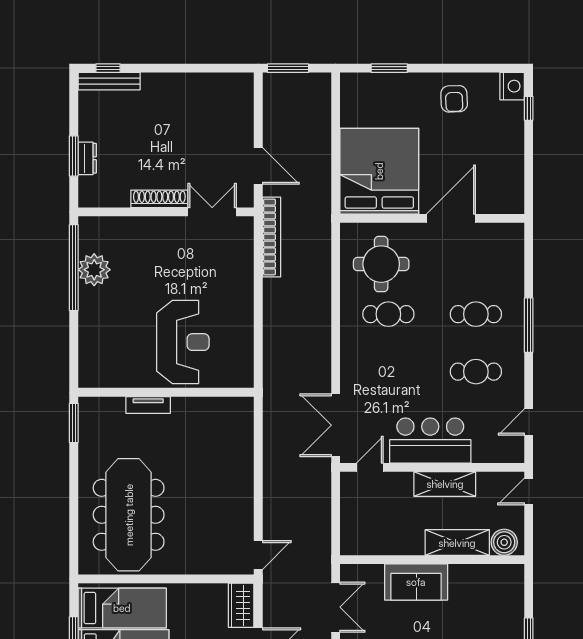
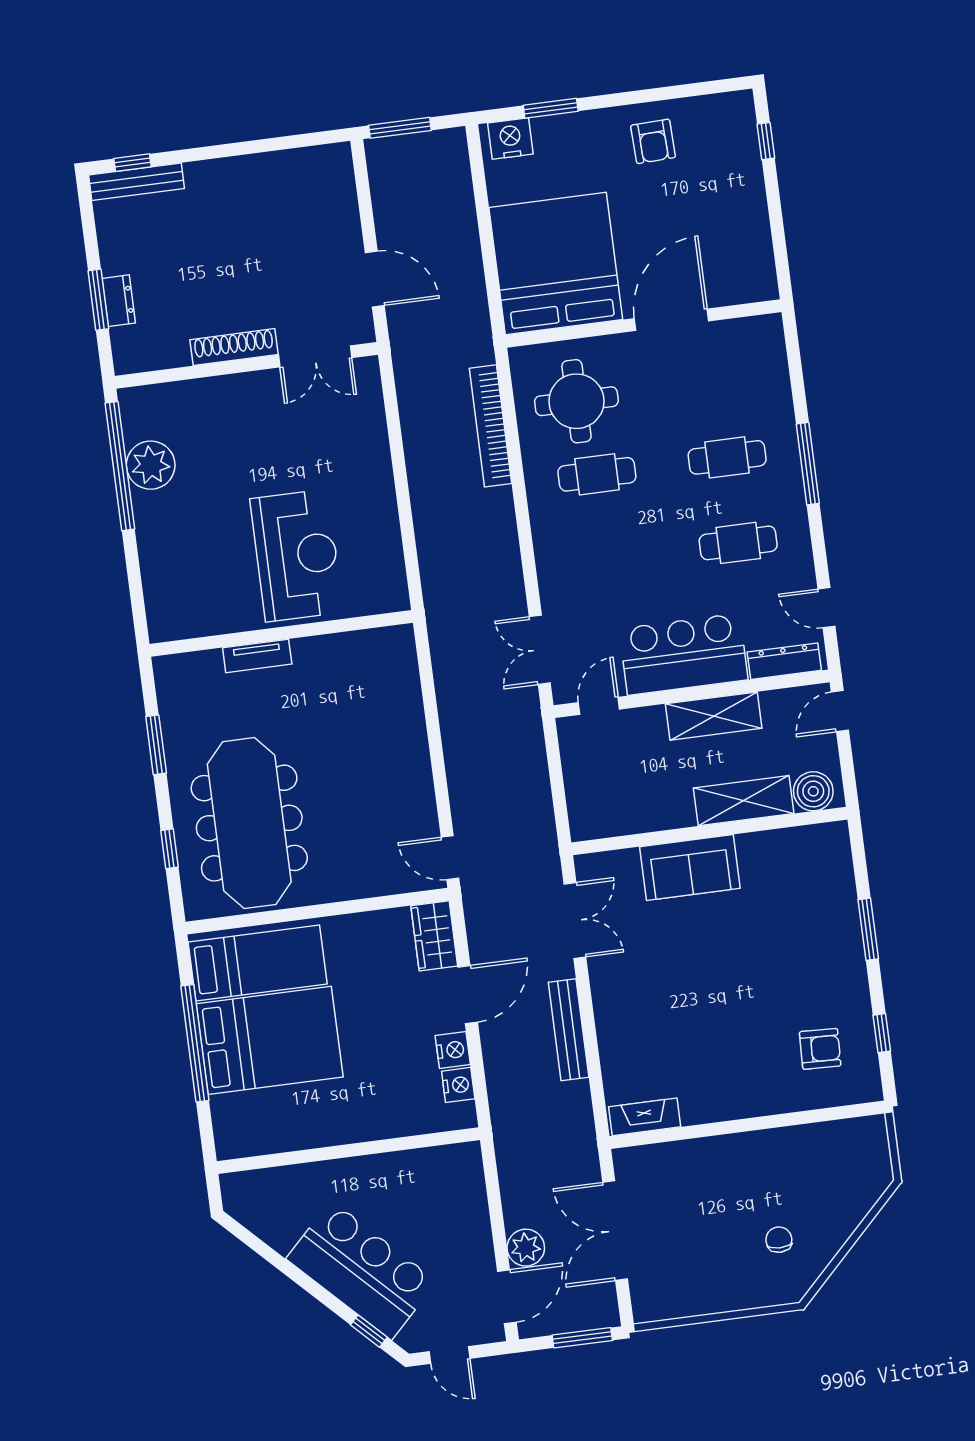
nightstand: (512, 86) -> (510, 139), moved, turned -90
double door: (212, 212) -> (315, 356), swing flipped
bookcase: (272, 237) -> (490, 426), moved, turned 180
door: (529, 422) -> (826, 608), hinge flipped
window: (74, 423) -> (156, 745), moved
double door: (336, 425) -> (540, 650), width x0.73
dresser: (496, 454) -> (784, 661), added
window: (74, 525) -> (170, 849), added
door: (258, 555) -> (450, 858), swing flipped

